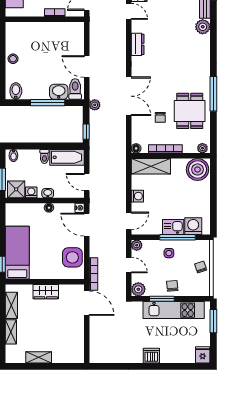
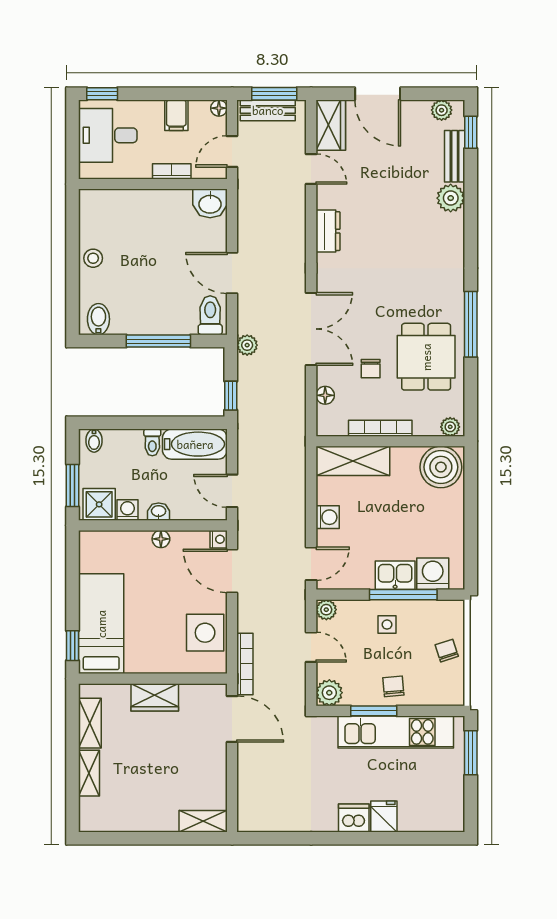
washbasin: (59, 92) -> (210, 203), moved, turned 180
floor lamp: (136, 148) -> (325, 395), moved
fridge: (203, 355) -> (384, 816), moved
shelving: (39, 357) -> (203, 821), moved

